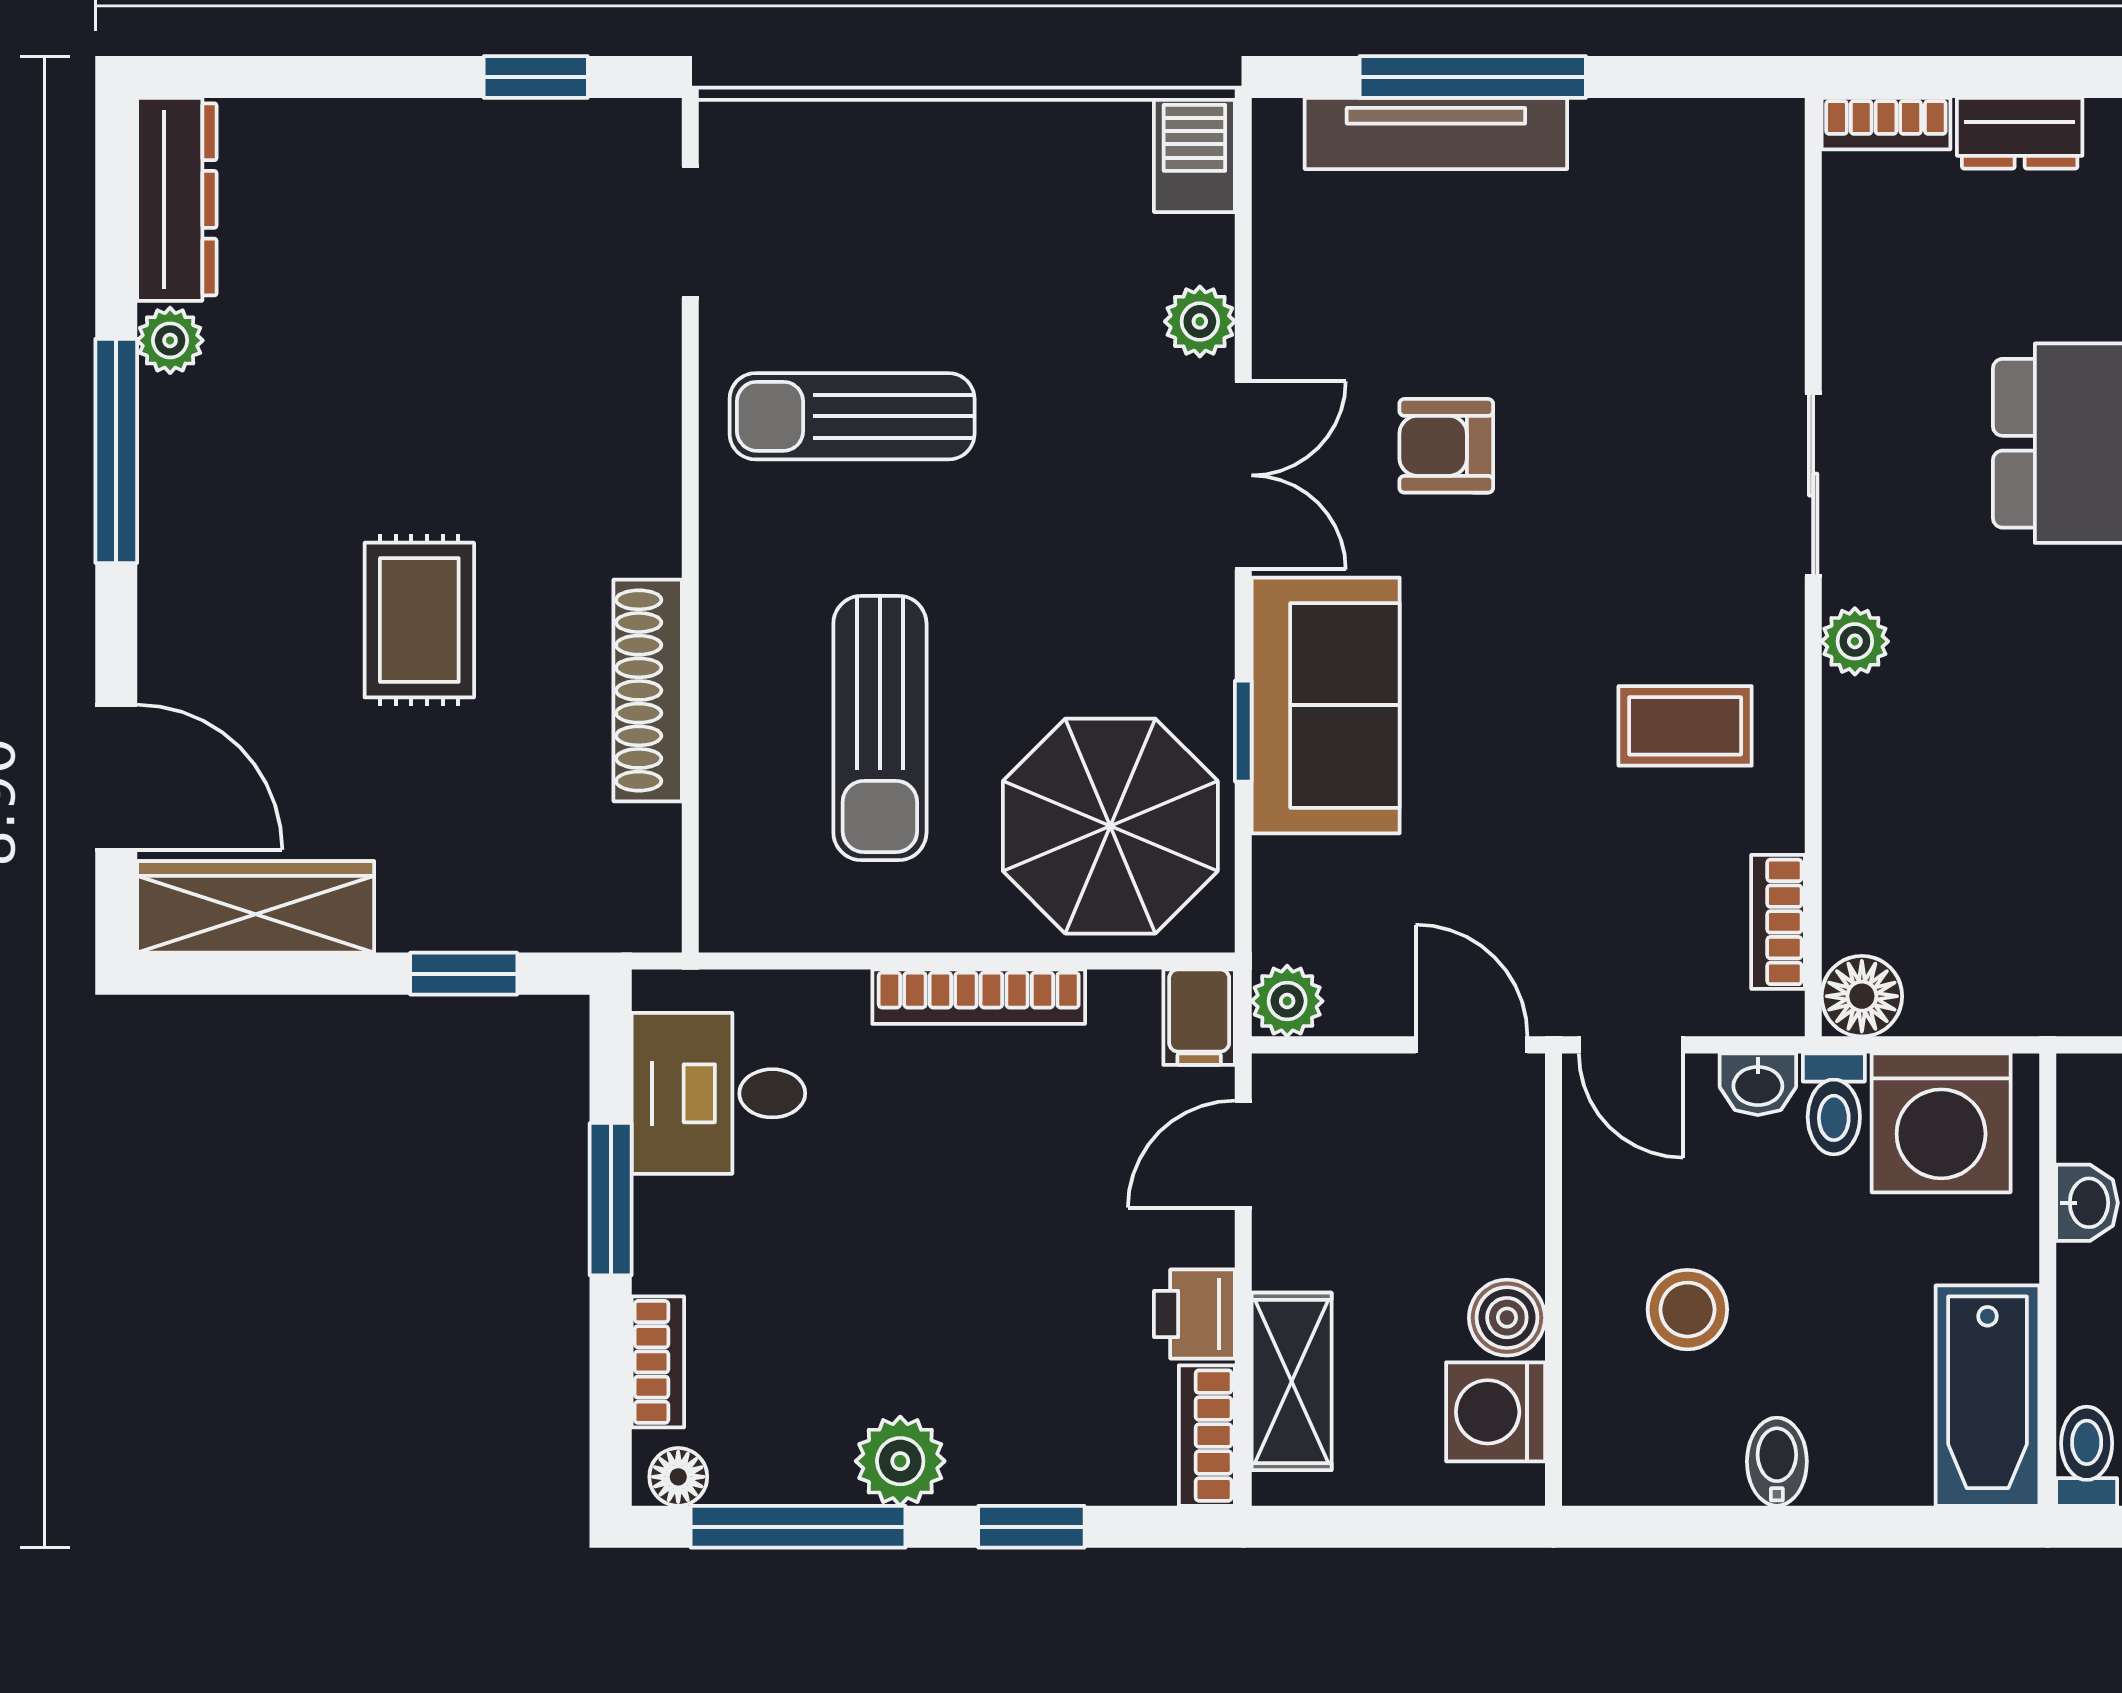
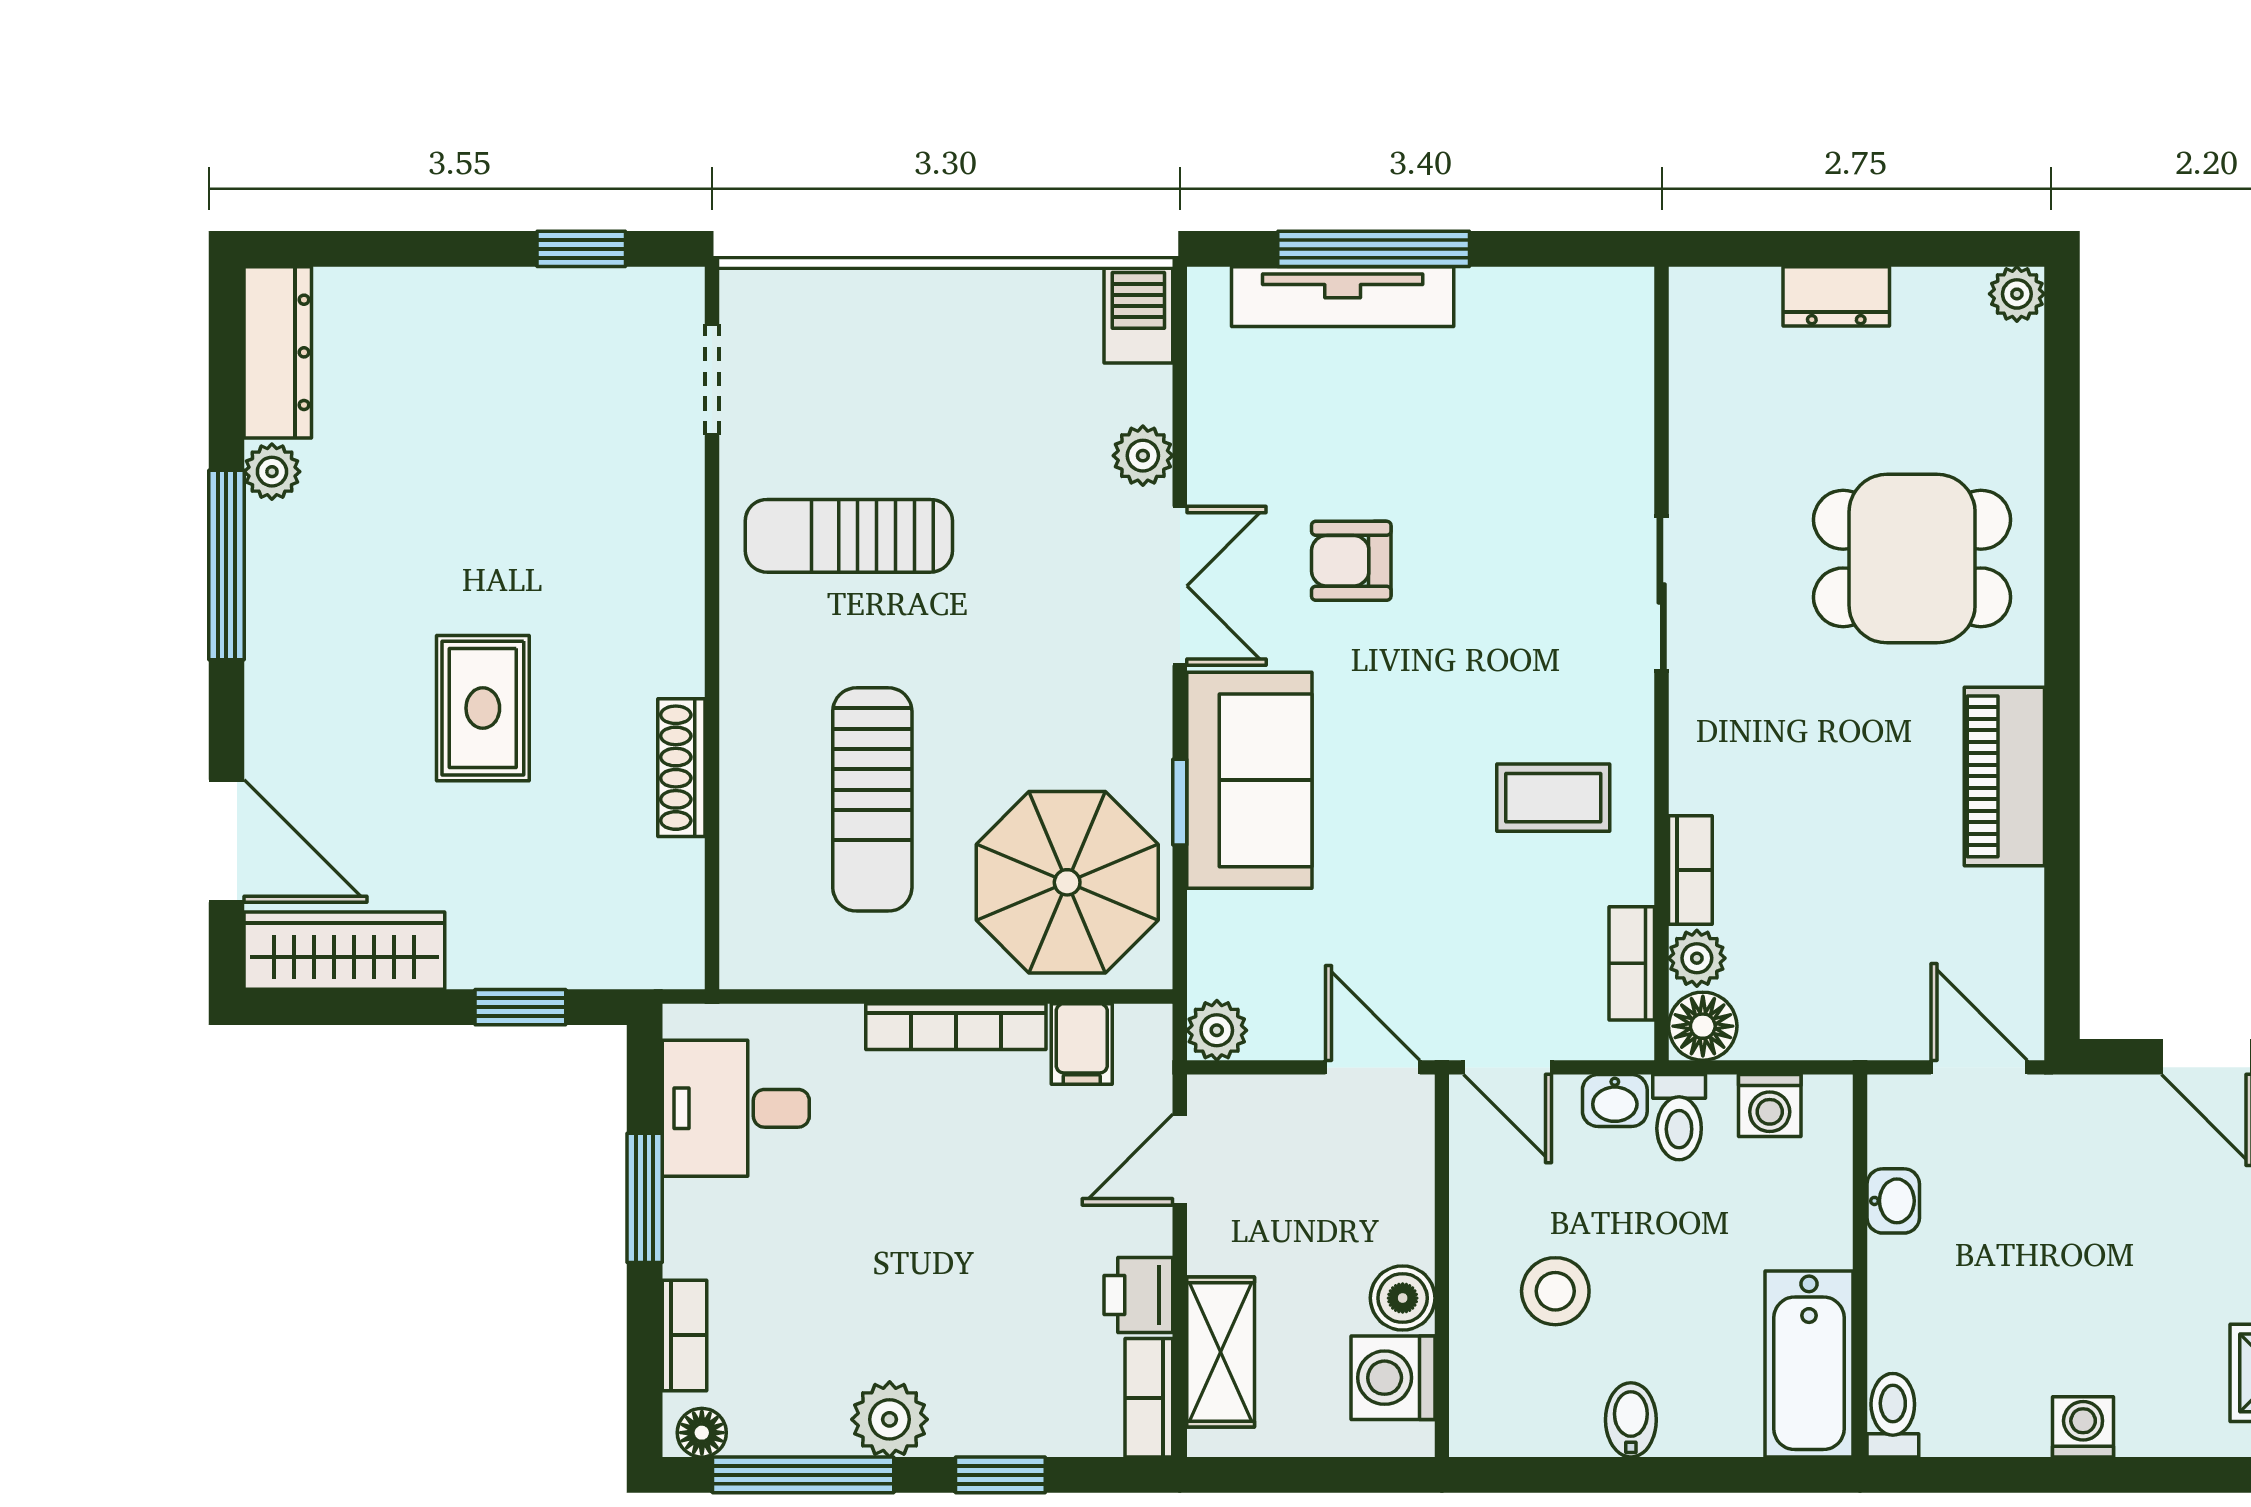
bookcase: (1886, 124) -> (1690, 870), moved, turned -90
plant: (1855, 641) -> (1697, 958), moved
shoe rack: (648, 690) -> (681, 768), width x0.74, depth x0.81
filing cabinet: (1199, 1017) -> (1082, 1044), moved
washing machine: (1941, 1123) -> (1770, 1106), width x0.53, depth x0.53

